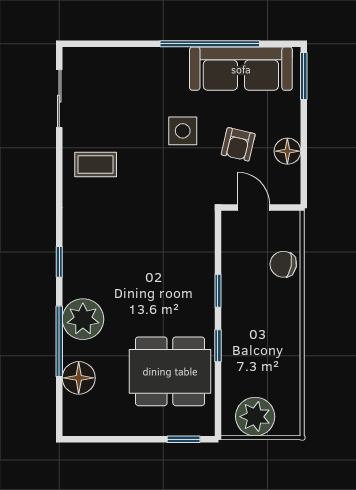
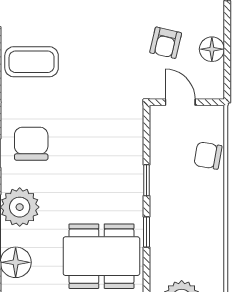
side table: (183, 131) -> (113, 30), removed
coffee table: (96, 165) -> (32, 62), width x1.36, depth x1.30
chair: (95, 252) -> (31, 144), added

